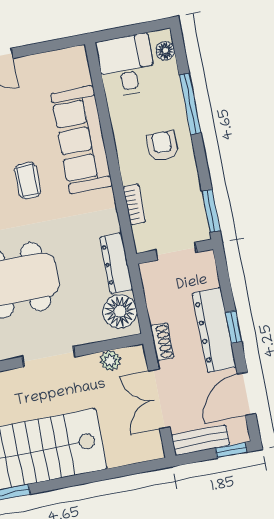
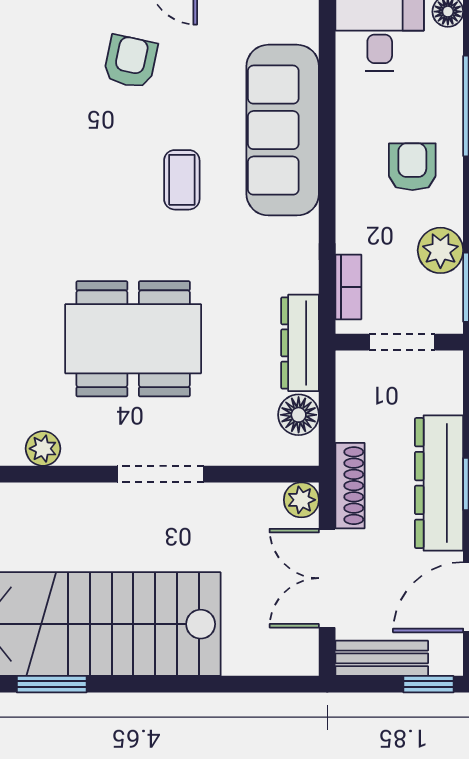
plant: (188, 193) -> (440, 250), added
bookcase: (134, 204) -> (348, 287), moved
floor lamp: (120, 311) -> (299, 415), width x0.73, depth x0.73
shoe rack: (162, 342) -> (350, 486), width x1.43
plant: (110, 361) -> (301, 500), moved

